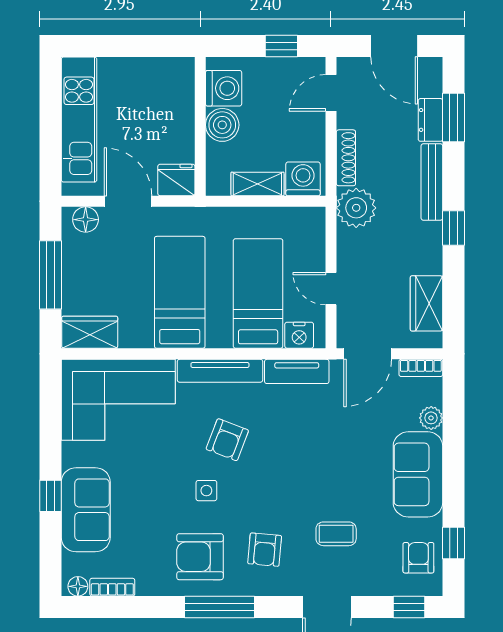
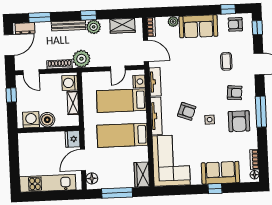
dresser: (430, 120) -> (25, 28), moved
plant: (427, 238) -> (94, 27), added

